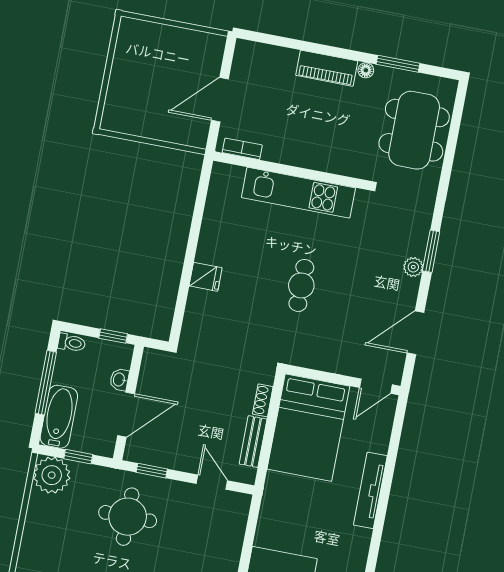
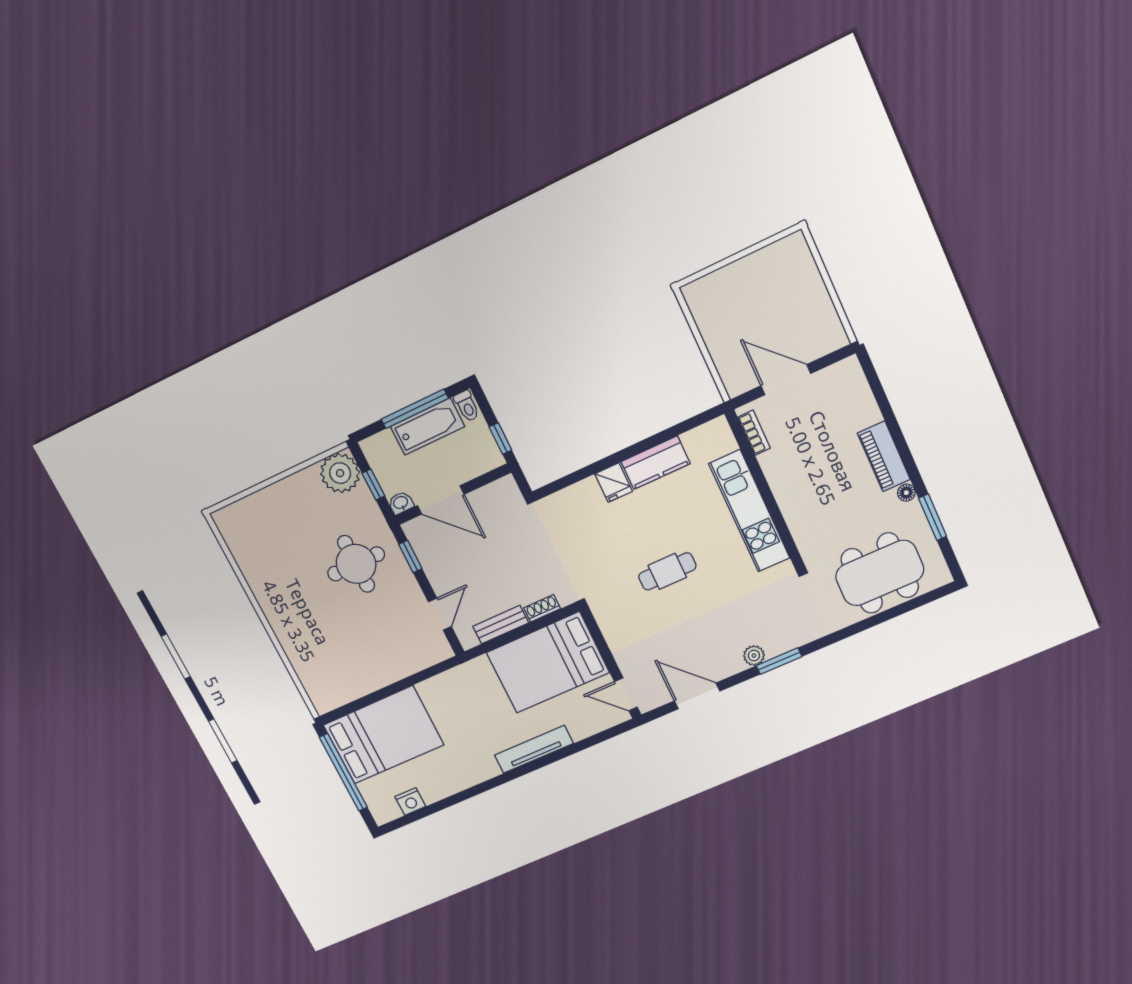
kitchen counter: (213, 235) -> (656, 463), added
washbasin: (119, 380) -> (401, 503), moved
bathtub: (59, 417) -> (427, 427), moved

